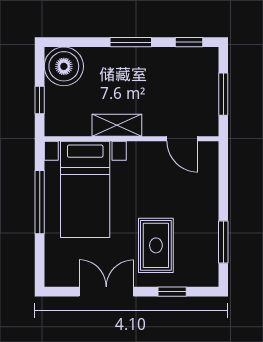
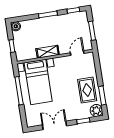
boiler: (64, 66) -> (16, 26), width x0.54, depth x0.54
door: (182, 139) -> (77, 53), swing flipped
rug: (156, 245) -> (87, 90), moved
plant: (205, 273) -> (96, 110), added

